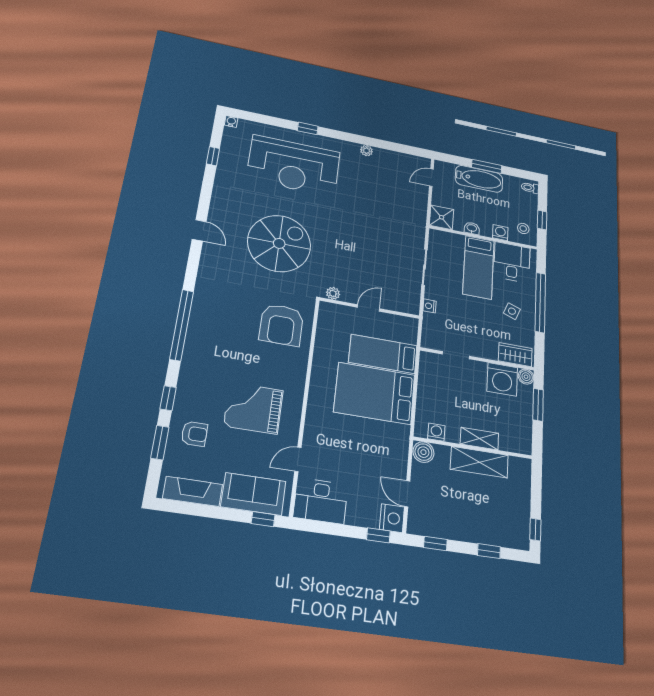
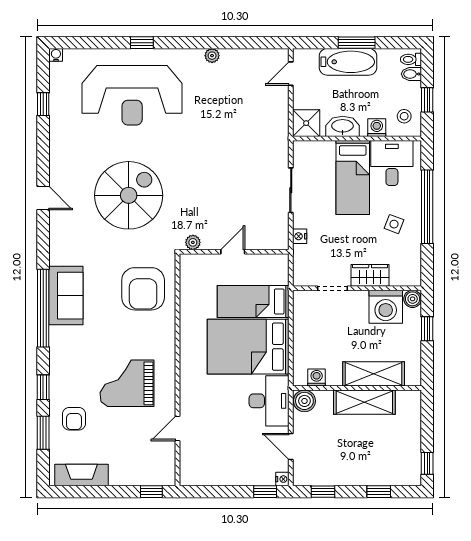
bidet: (530, 198) -> (411, 74), added
washbasin: (472, 228) -> (343, 126), width x1.91, depth x1.45
wardrobe: (515, 355) -> (370, 275), moved
window: (538, 405) -> (427, 329), width x0.67
armchair: (194, 434) -> (74, 419), turned 90
shelving: (479, 439) -> (374, 374), width x1.50, depth x1.33
sofa: (253, 494) -> (66, 296), moved, turned 90
desk: (321, 501) -> (269, 401), moved, turned -90
nightstand: (392, 518) -> (282, 479), width x0.53, depth x0.56

